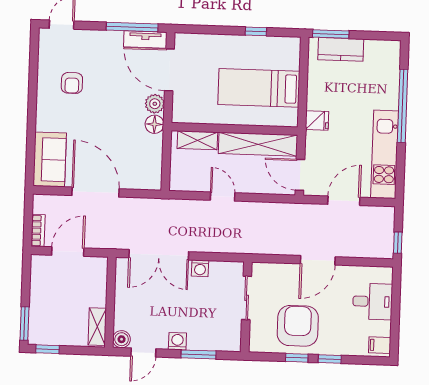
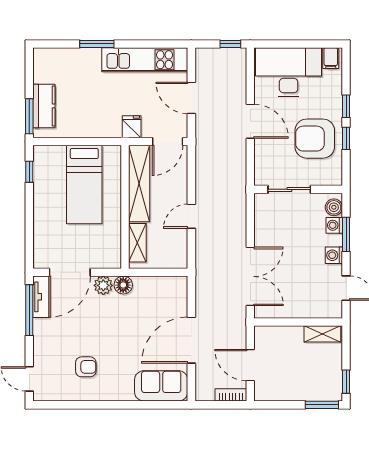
window: (256, 31) -> (29, 172), moved
window: (403, 106) -> (97, 44), width x0.47
fridge: (317, 120) -> (132, 127), moved
washing machine: (200, 268) -> (334, 225), moved, turned 180
desk: (373, 302) -> (289, 72), width x1.87, depth x1.30
boiler: (122, 339) -> (334, 207), moved

